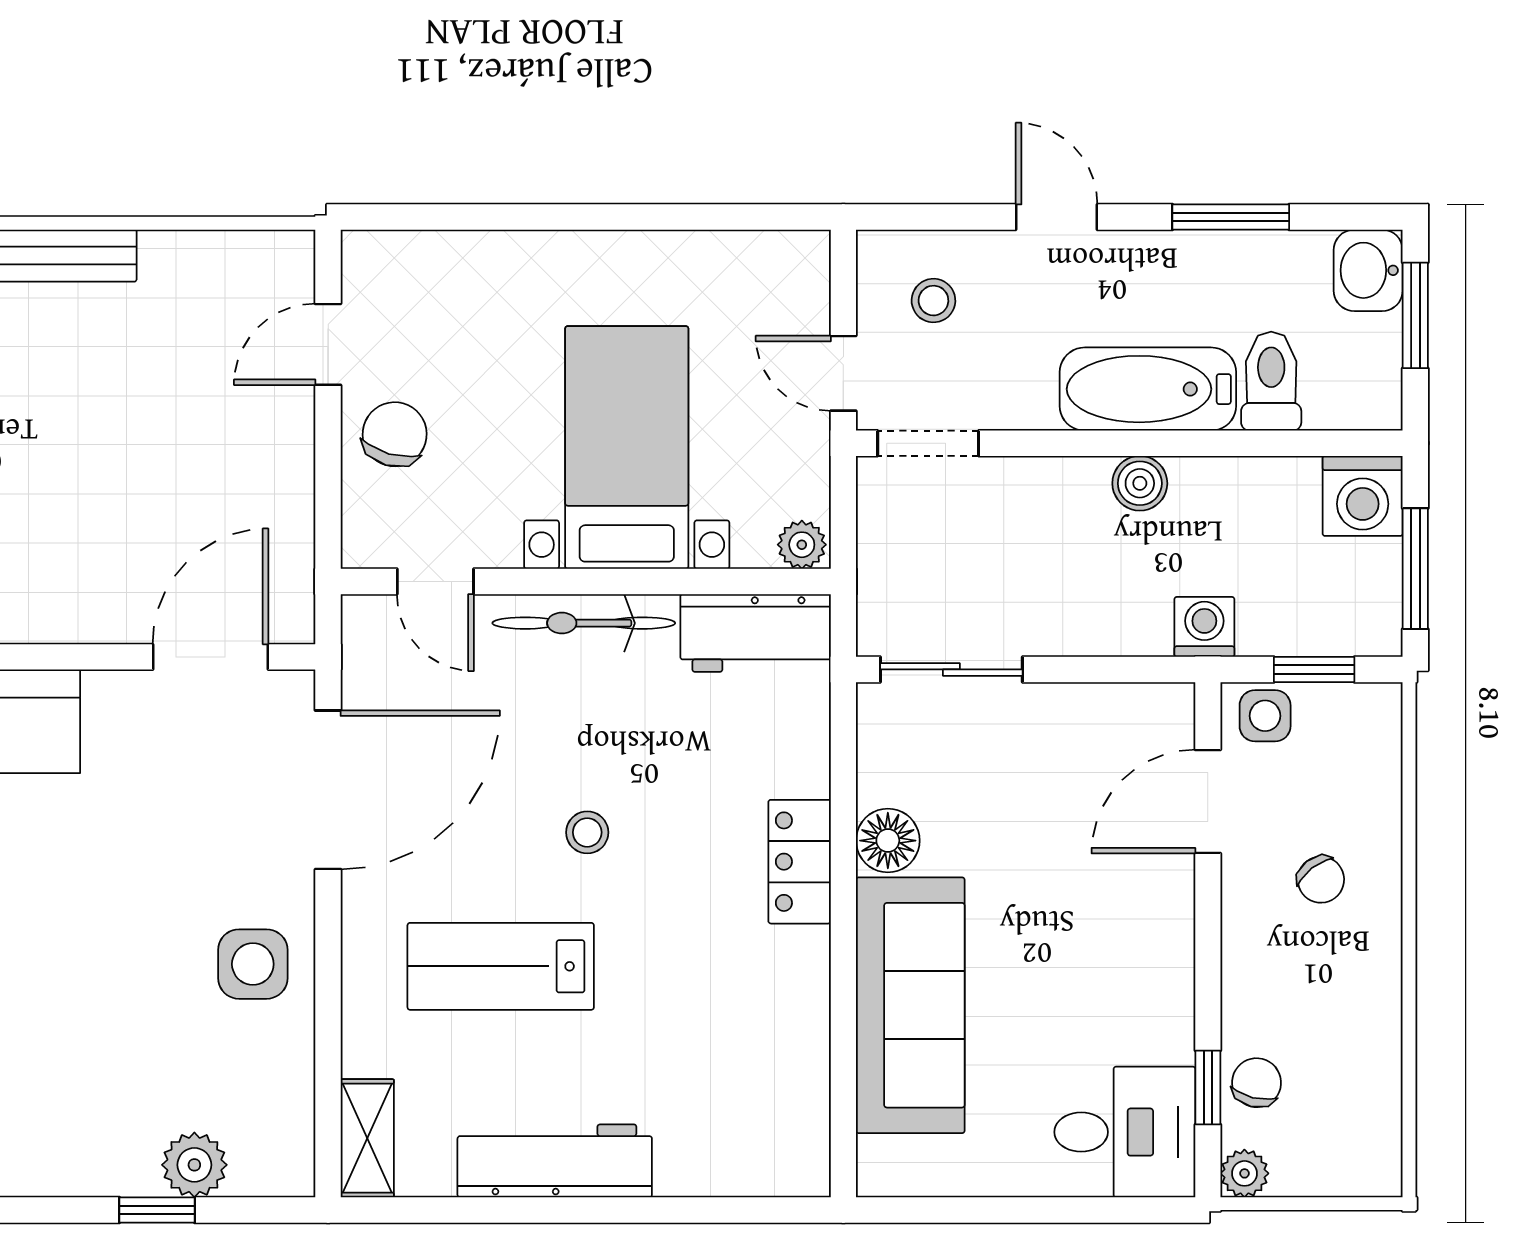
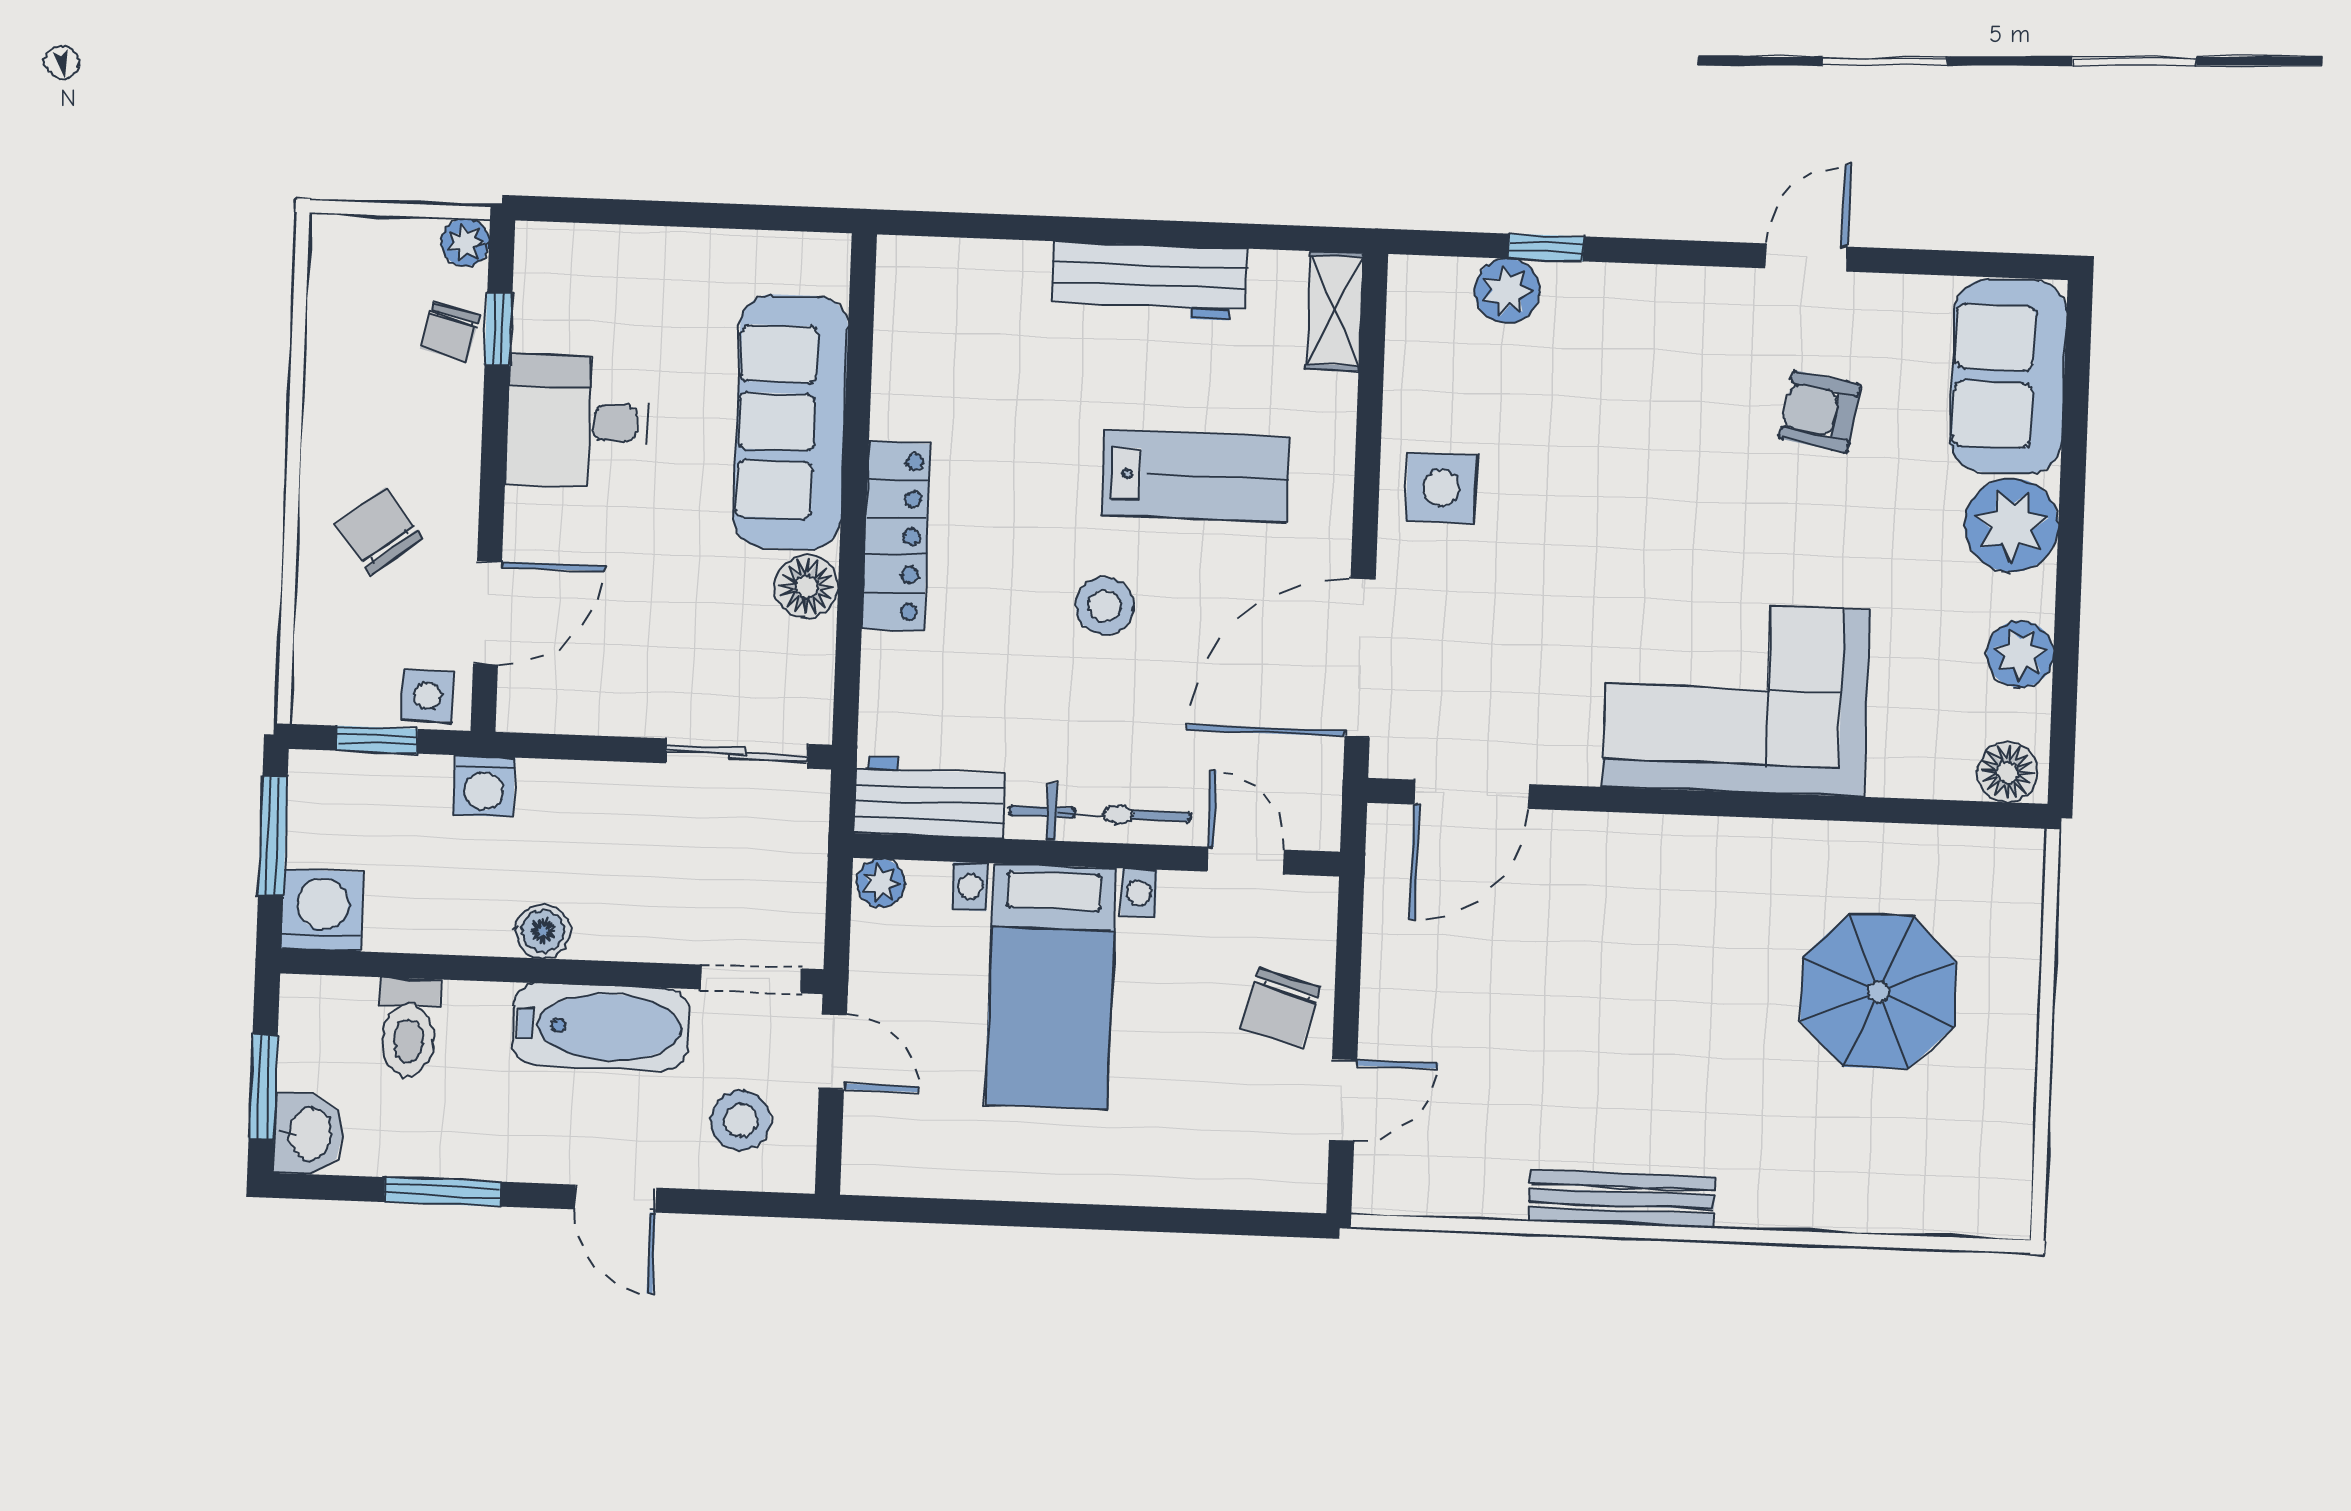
stool: (933, 301) -> (741, 1120), width x1.37, depth x1.37
bathtub: (1148, 389) -> (600, 1027), moved
stool: (587, 832) -> (1105, 606), width x1.37, depth x1.37
locker: (800, 862) -> (896, 536), width x1.53
chair: (1321, 880) -> (378, 531), width x1.37, depth x1.37
desk: (1125, 1132) -> (577, 421), moved

